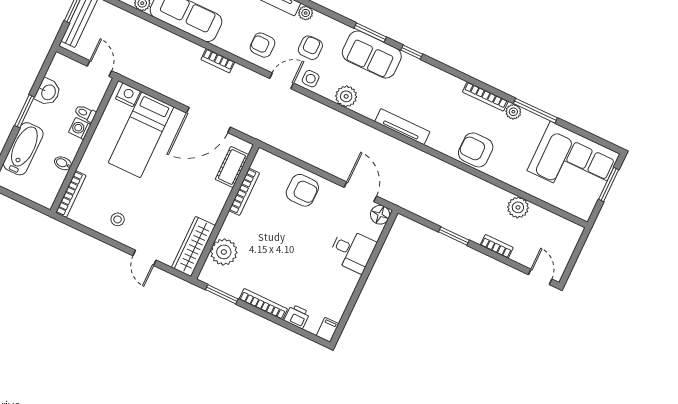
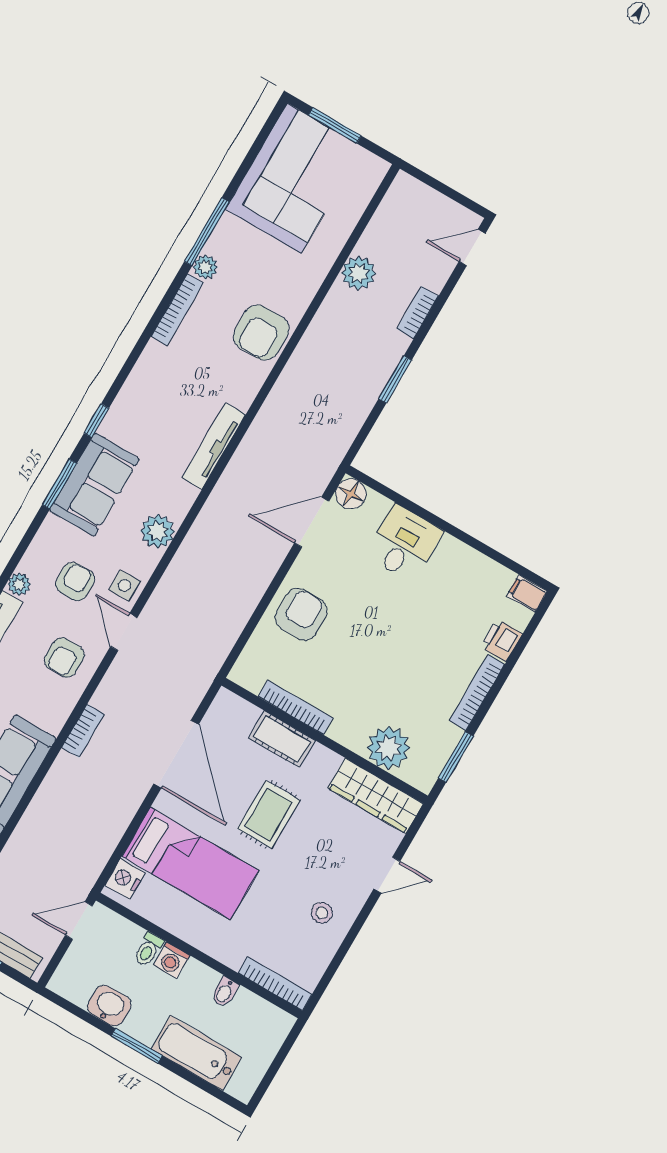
armchair: (310, 48) -> (75, 582), turned 90
cot: (232, 167) -> (282, 739), moved
rug: (176, 181) -> (268, 814), added

